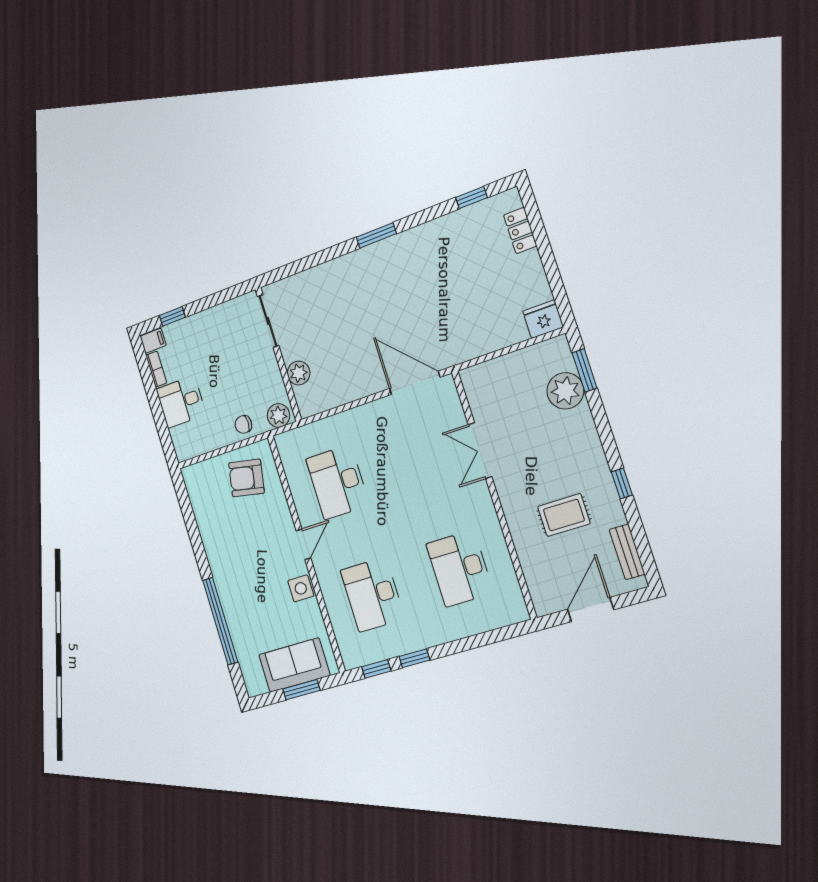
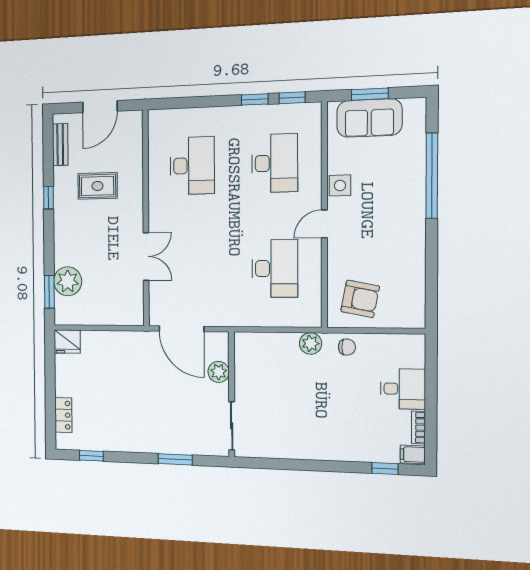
sliding door: (268, 321) -> (232, 426), moved
wall: (278, 354) -> (232, 394), moved
plant: (299, 373) -> (219, 372), moved

